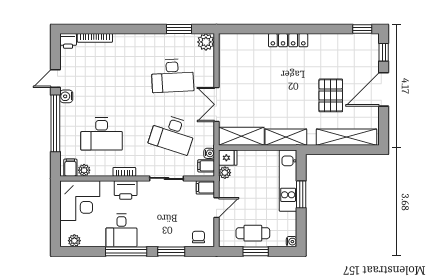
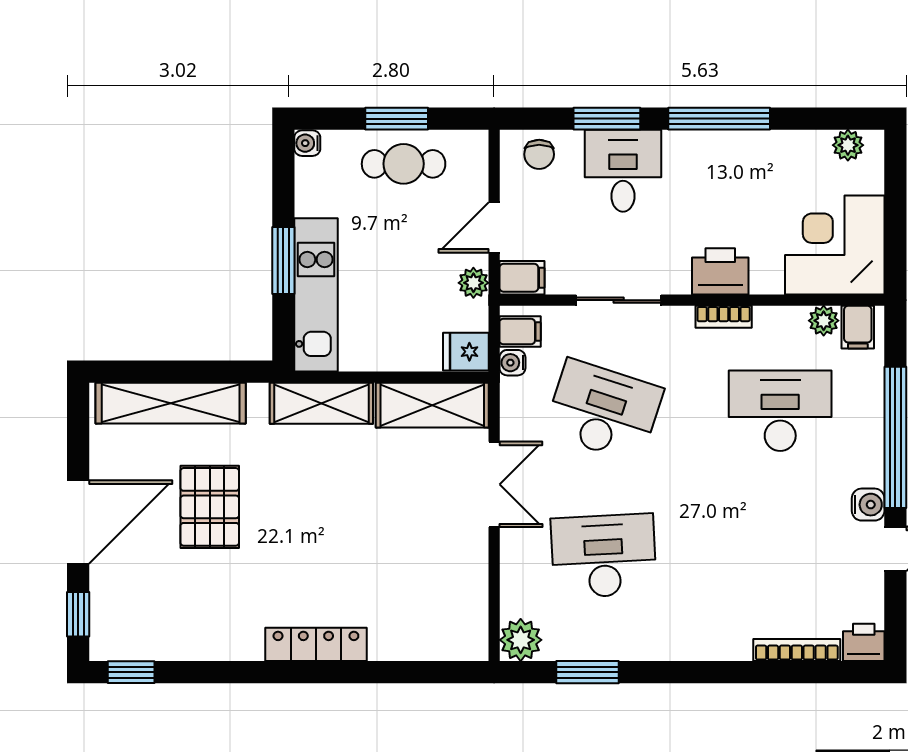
plant: (225, 173) -> (473, 283), moved
desk: (121, 230) -> (623, 171), moved

